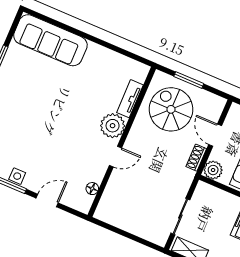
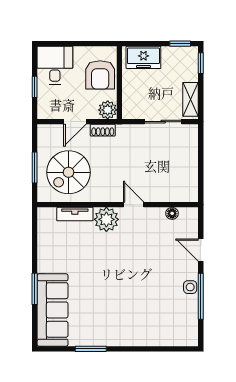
window: (77, 32) -> (35, 289), added

